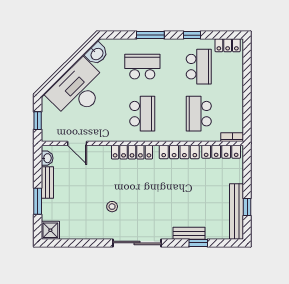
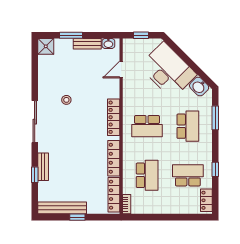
window: (150, 35) -> (215, 118), moved
school desk: (199, 67) -> (188, 175), turned 180
school desk: (199, 114) -> (147, 175), turned 90
window: (247, 207) -> (77, 217), moved

